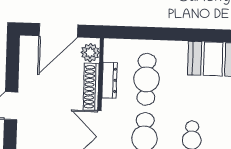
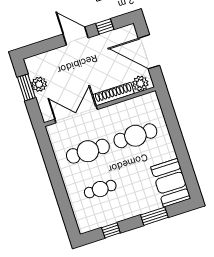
window: (12, 69) -> (105, 27), added
dresser: (110, 80) -> (124, 107), removed

